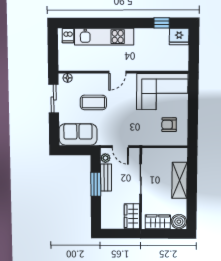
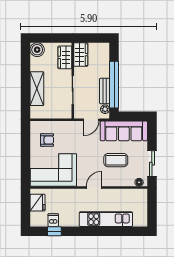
dishwasher: (68, 36) -> (53, 220), moved
fridge: (179, 36) -> (38, 203), moved, turned 90
sofa: (78, 134) -> (124, 131), width x1.36
door: (120, 147) -> (91, 120), swing flipped
window: (96, 184) -> (114, 85), width x2.11
wardrobe: (158, 222) -> (65, 57), moved, turned 90

